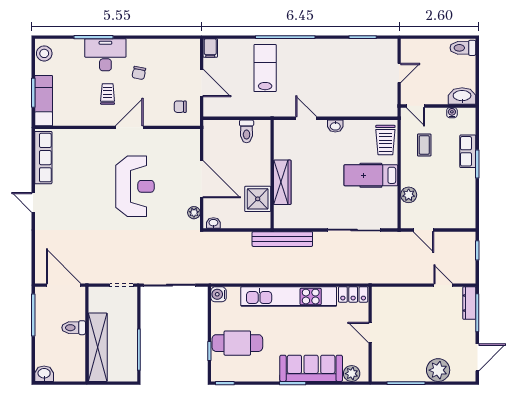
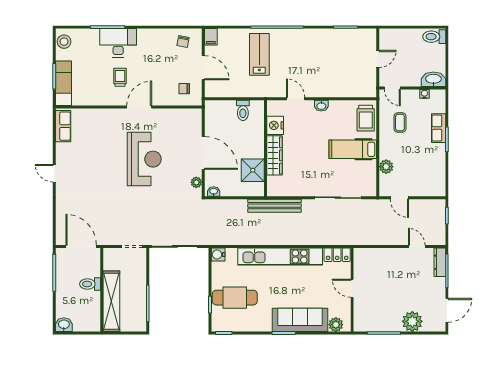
chair: (139, 73) -> (183, 42), moved
nightstand: (283, 148) -> (275, 125), added
row of seats: (43, 158) -> (63, 126), width x0.68

